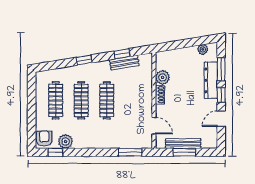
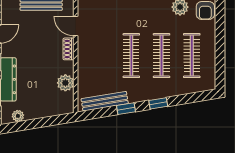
window: (122, 54) -> (126, 109), moved
bench: (124, 63) -> (105, 101), width x1.36
shoe rack: (160, 95) -> (68, 49), moved

